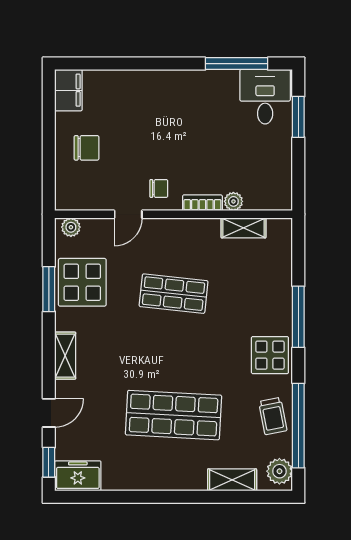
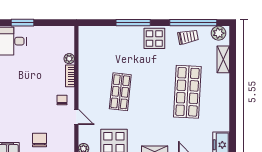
shelving: (244, 228) -> (84, 53), removed

